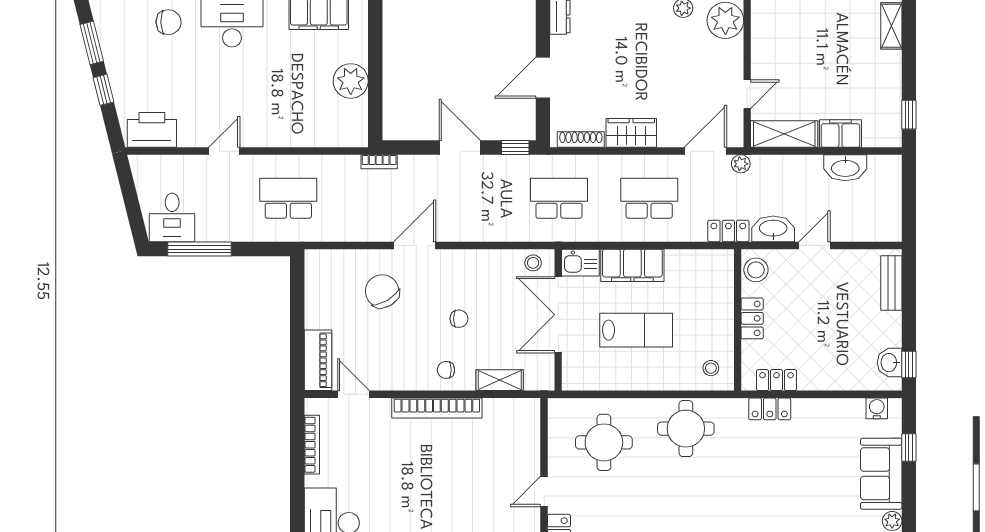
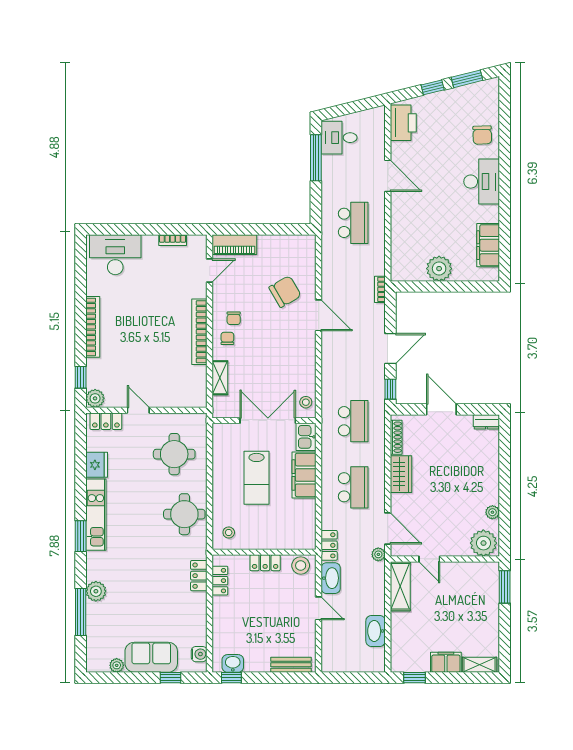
filing cabinet: (840, 134) -> (446, 662), moved, turned -90
door: (224, 151) -> (388, 176), width x1.38
chair: (459, 319) -> (234, 318), moved
bookcase: (312, 445) -> (173, 240), width x0.64

